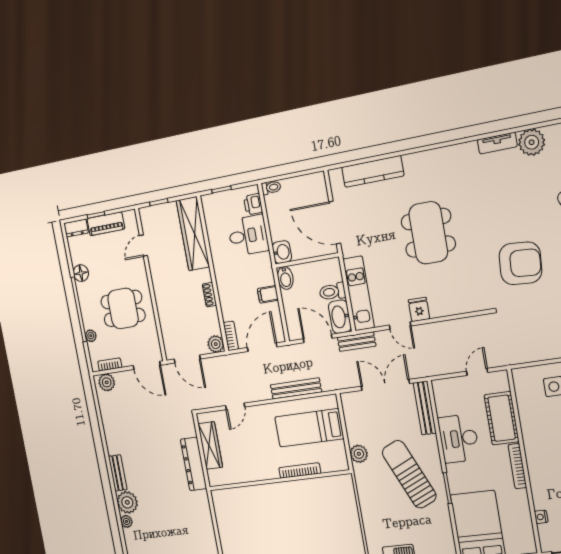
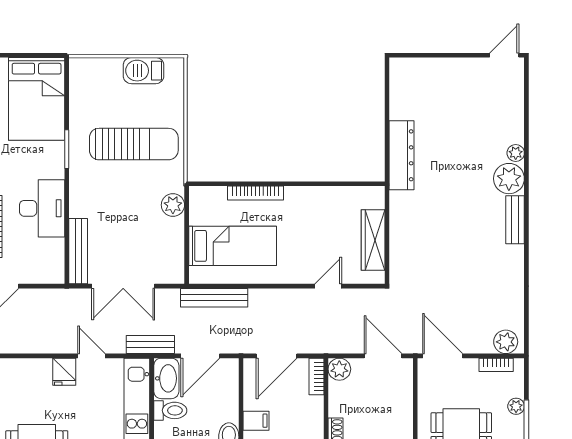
door: (318, 339) -> (200, 356), hinge flipped
bench: (296, 388) -> (214, 298), moved
dresser: (194, 464) -> (402, 155), moved
sun lounger: (409, 474) -> (134, 144), moved, turned -66

